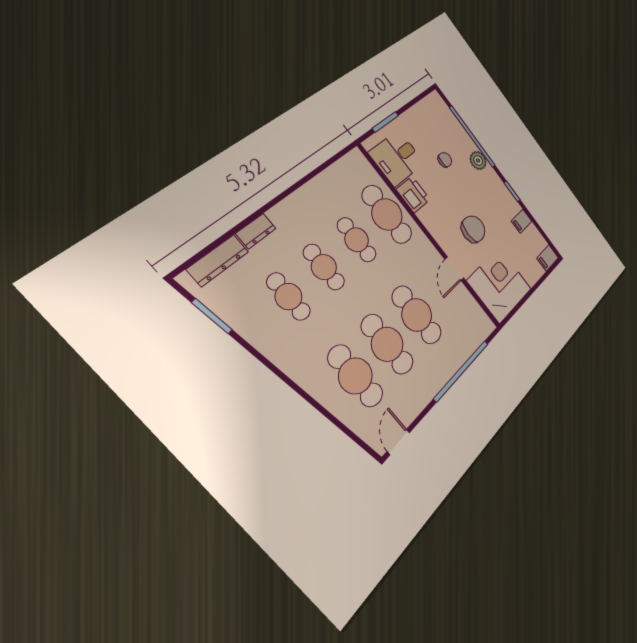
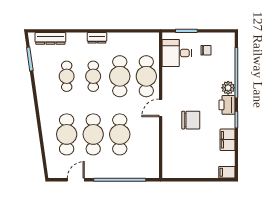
chair: (445, 160) -> (206, 50), moved
printer: (413, 195) -> (227, 105), moved, turned 180
filing cabinet: (522, 221) -> (228, 140), width x2.00
dresser: (256, 231) -> (97, 38), moved
cafe table: (357, 240) -> (120, 76), width x1.37, depth x1.35
door: (454, 269) -> (161, 108), moved
corner desk: (499, 285) -> (181, 160), removed
door: (398, 442) -> (76, 180), moved

